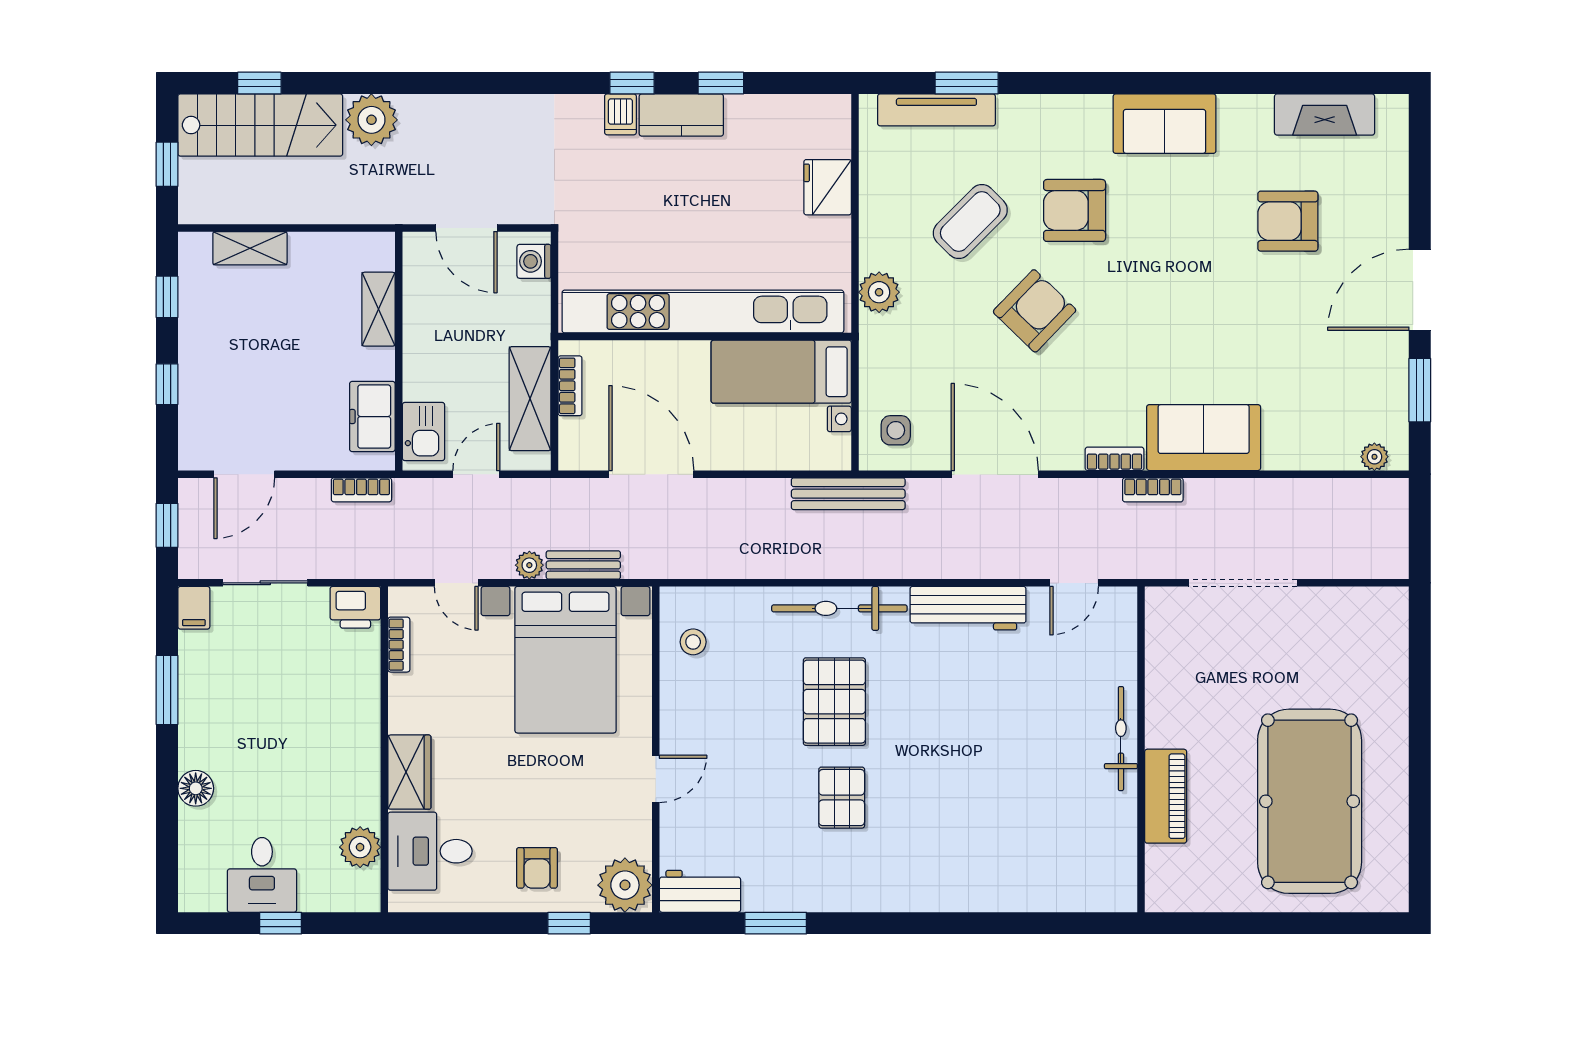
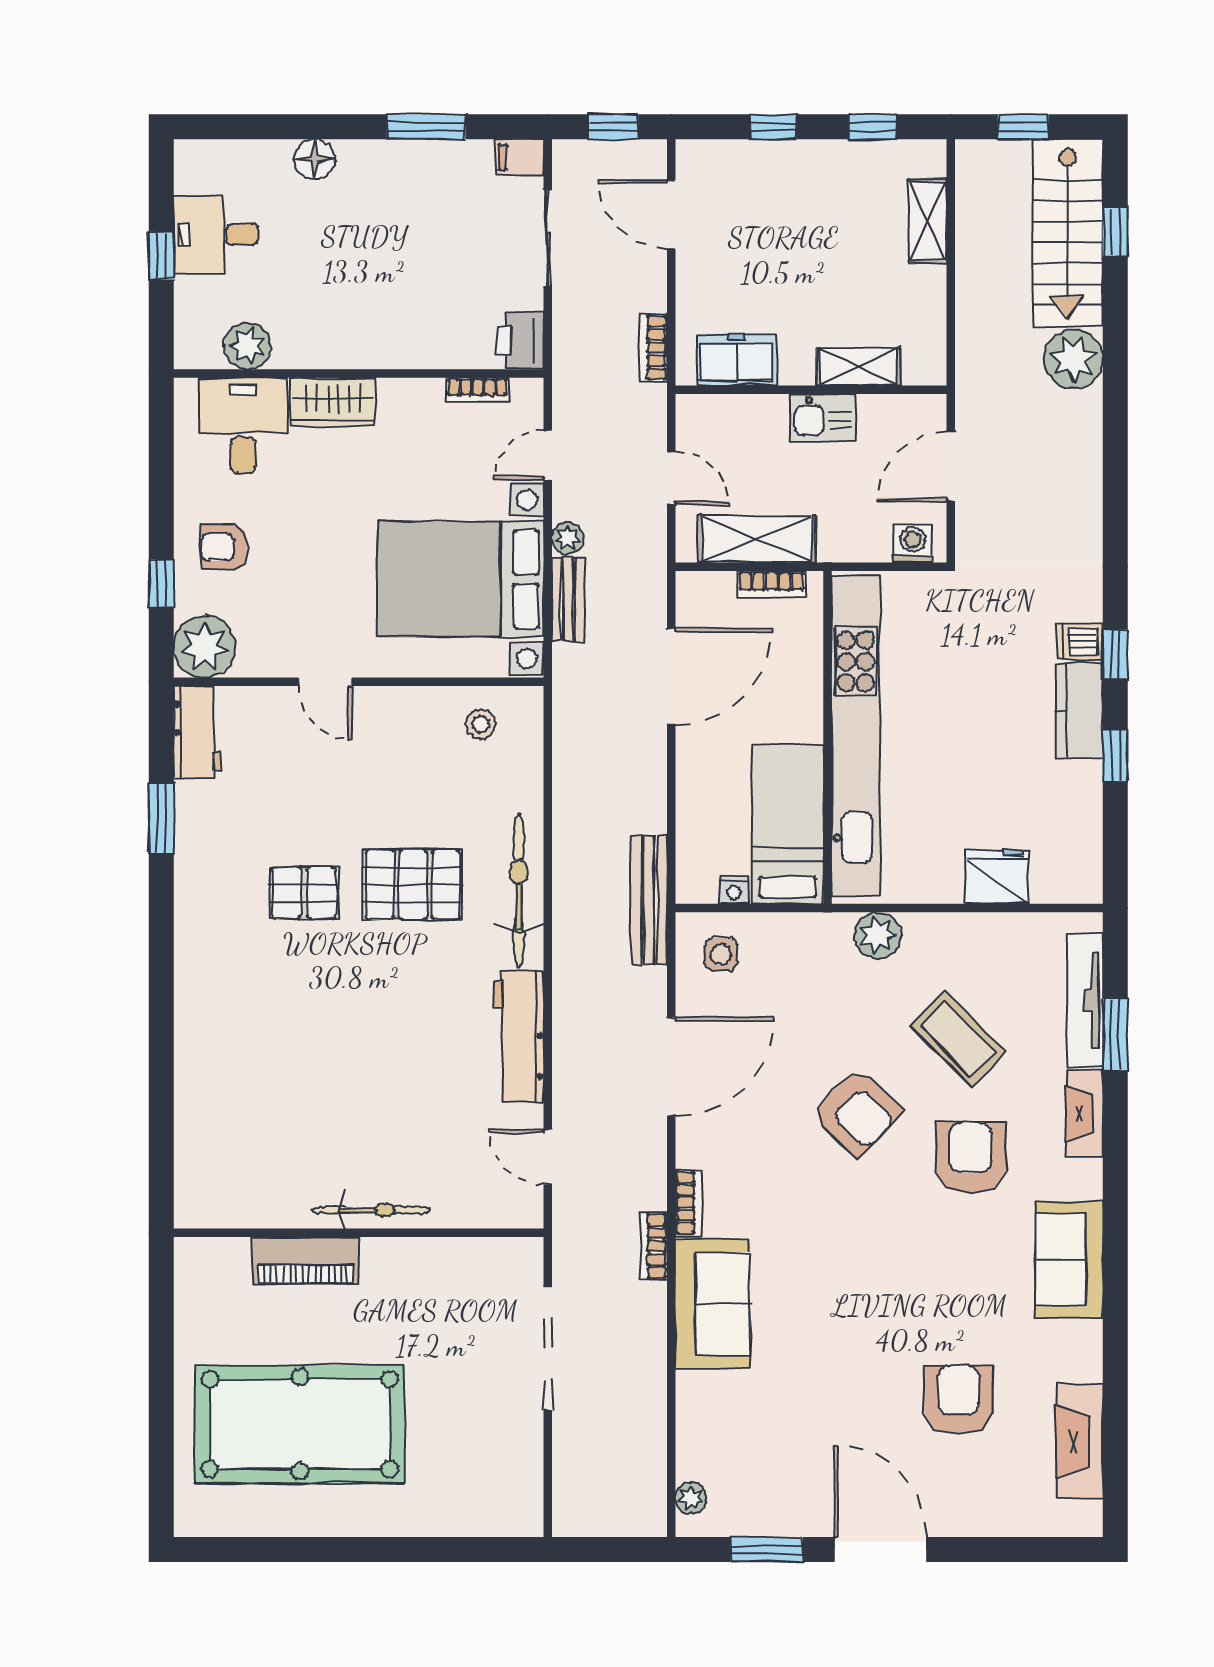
fireplace: (1036, 110) -> (1084, 1114), added
kitchen sink: (423, 431) -> (822, 418), moved

